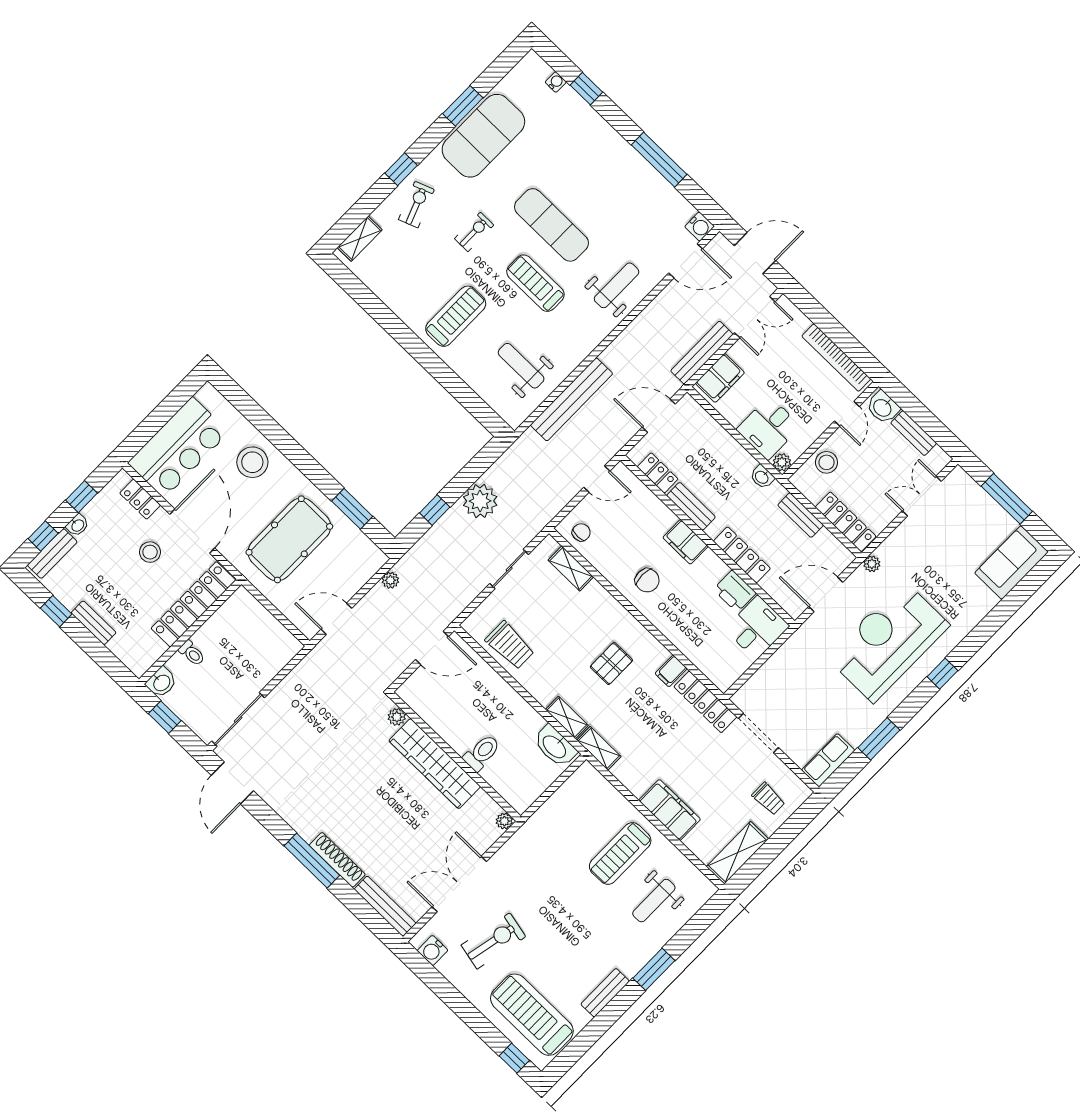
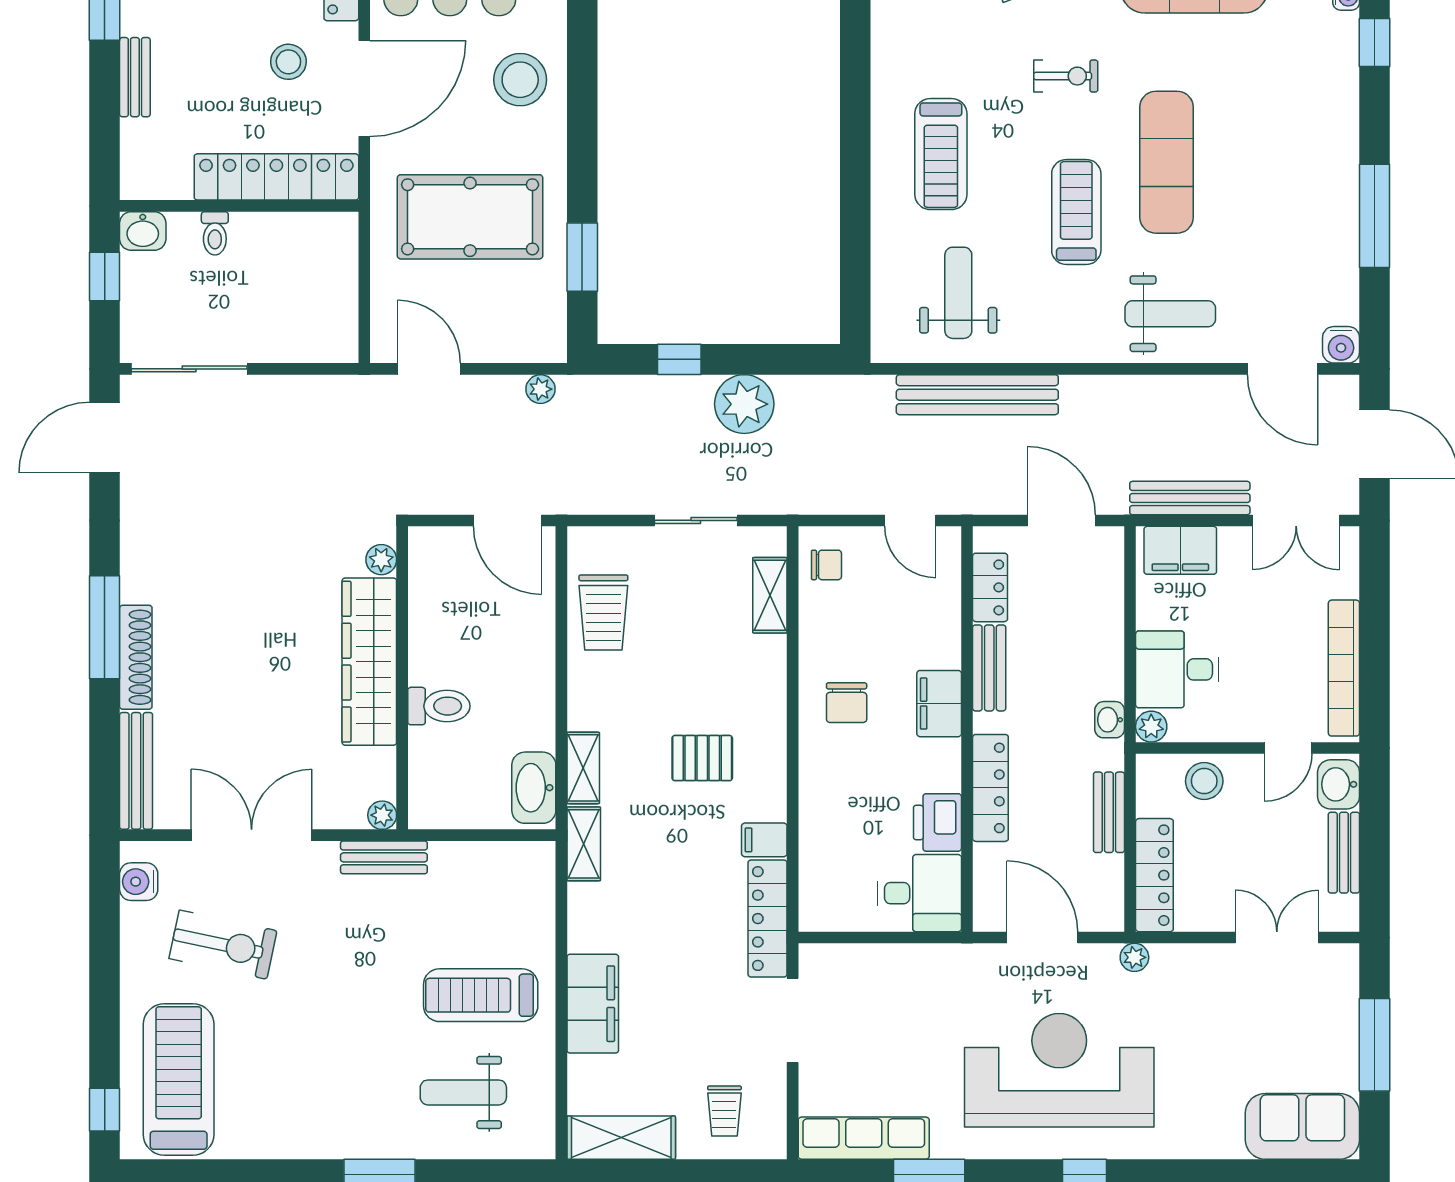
treadmill: (456, 316) -> (941, 154), turned 90
row of seats: (828, 760) -> (864, 1138), width x1.48
bench: (605, 993) -> (384, 857), moved

